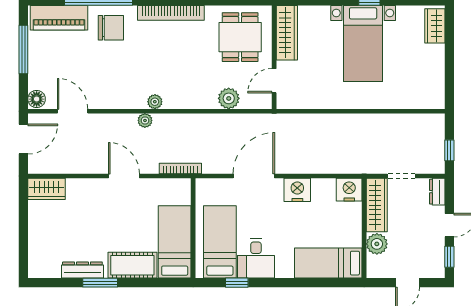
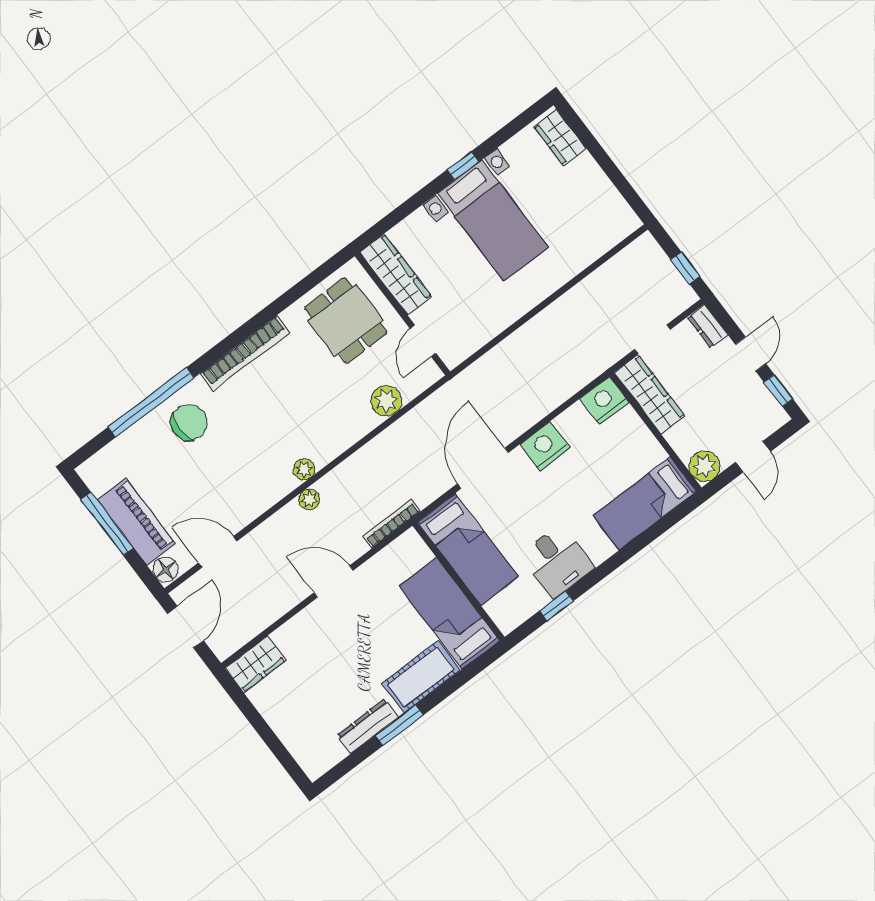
piano: (59, 18) -> (136, 522), moved, turned -90
bed: (220, 242) -> (468, 549), moved, turned 180
plant: (377, 244) -> (705, 466), moved

